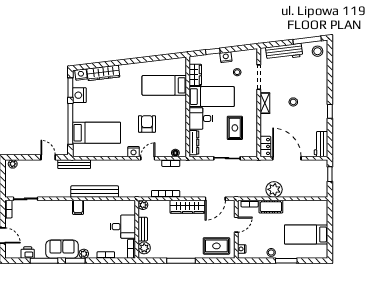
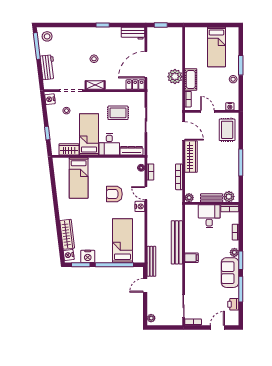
workbench: (284, 52) -> (48, 67), width x0.73
nightstand: (226, 57) -> (50, 99), moved

